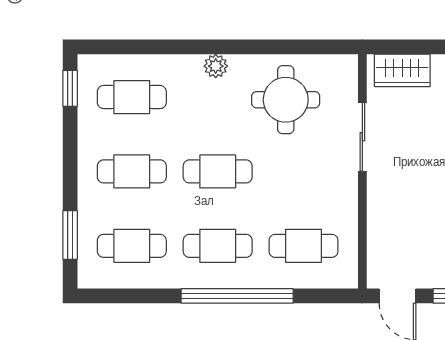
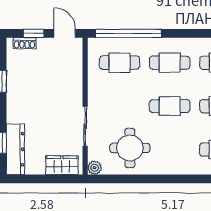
plant: (216, 66) -> (95, 168), moved
window: (237, 296) -> (128, 33), moved

